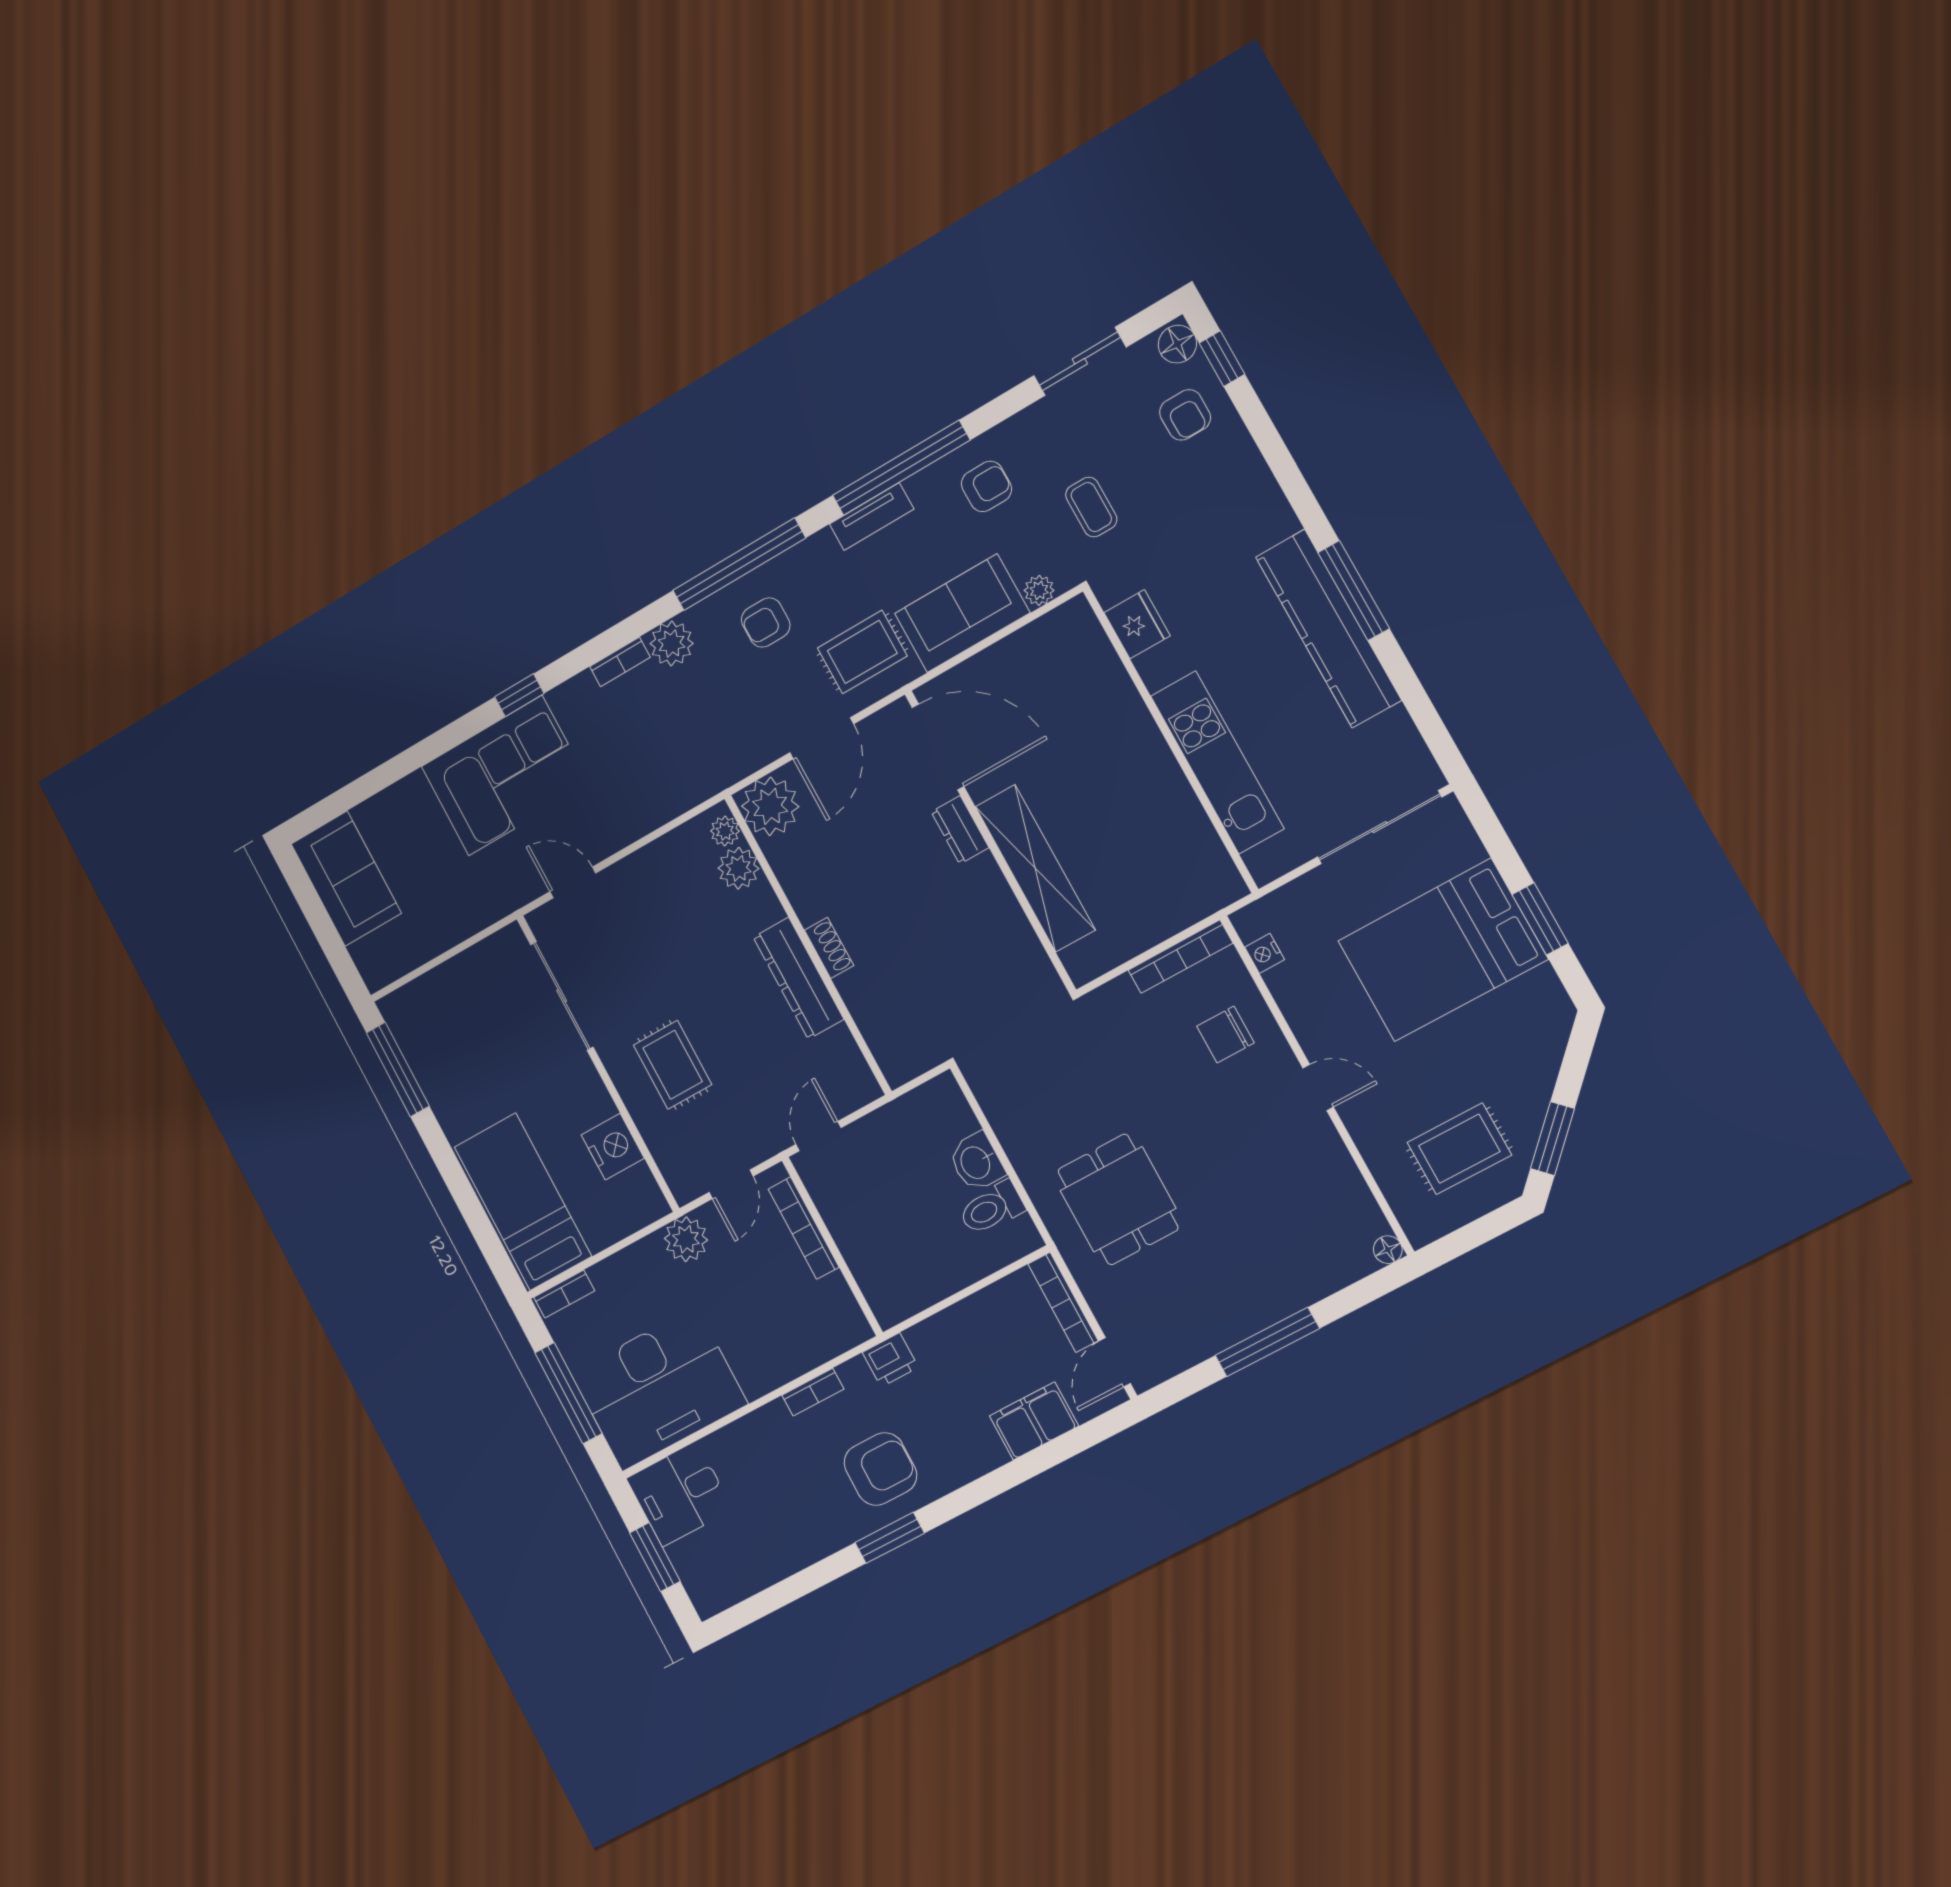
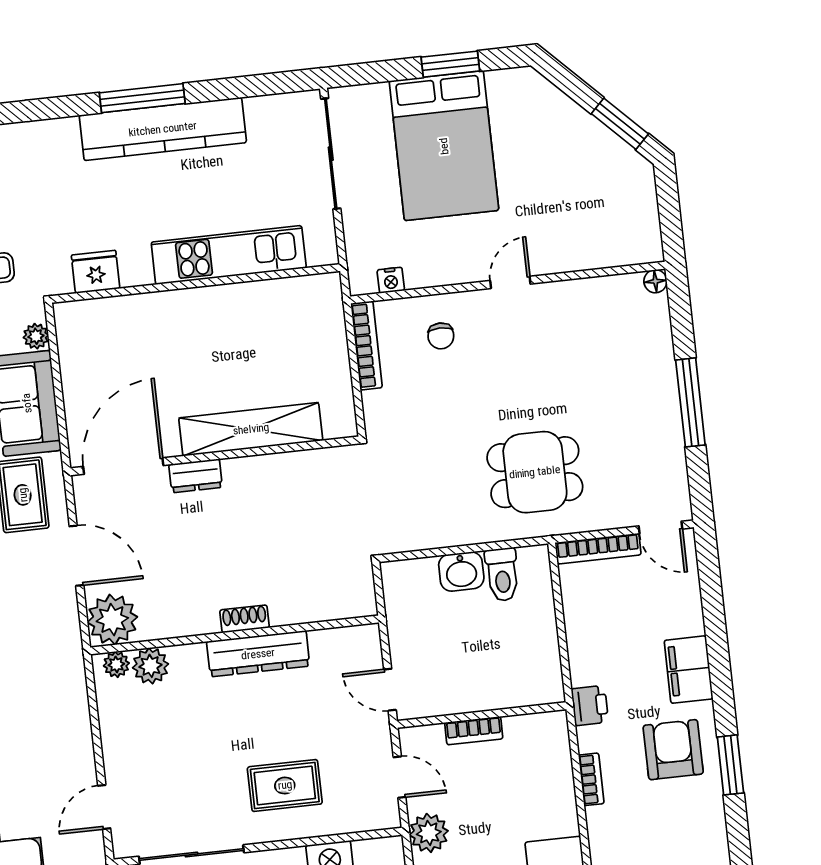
chair: (1225, 1035) -> (441, 336), width x0.73, depth x0.73
rug: (1459, 1149) -> (600, 196), removed
bookcase: (804, 1228) -> (474, 731), width x0.64
filing cabinet: (1034, 1421) -> (689, 670), moved

